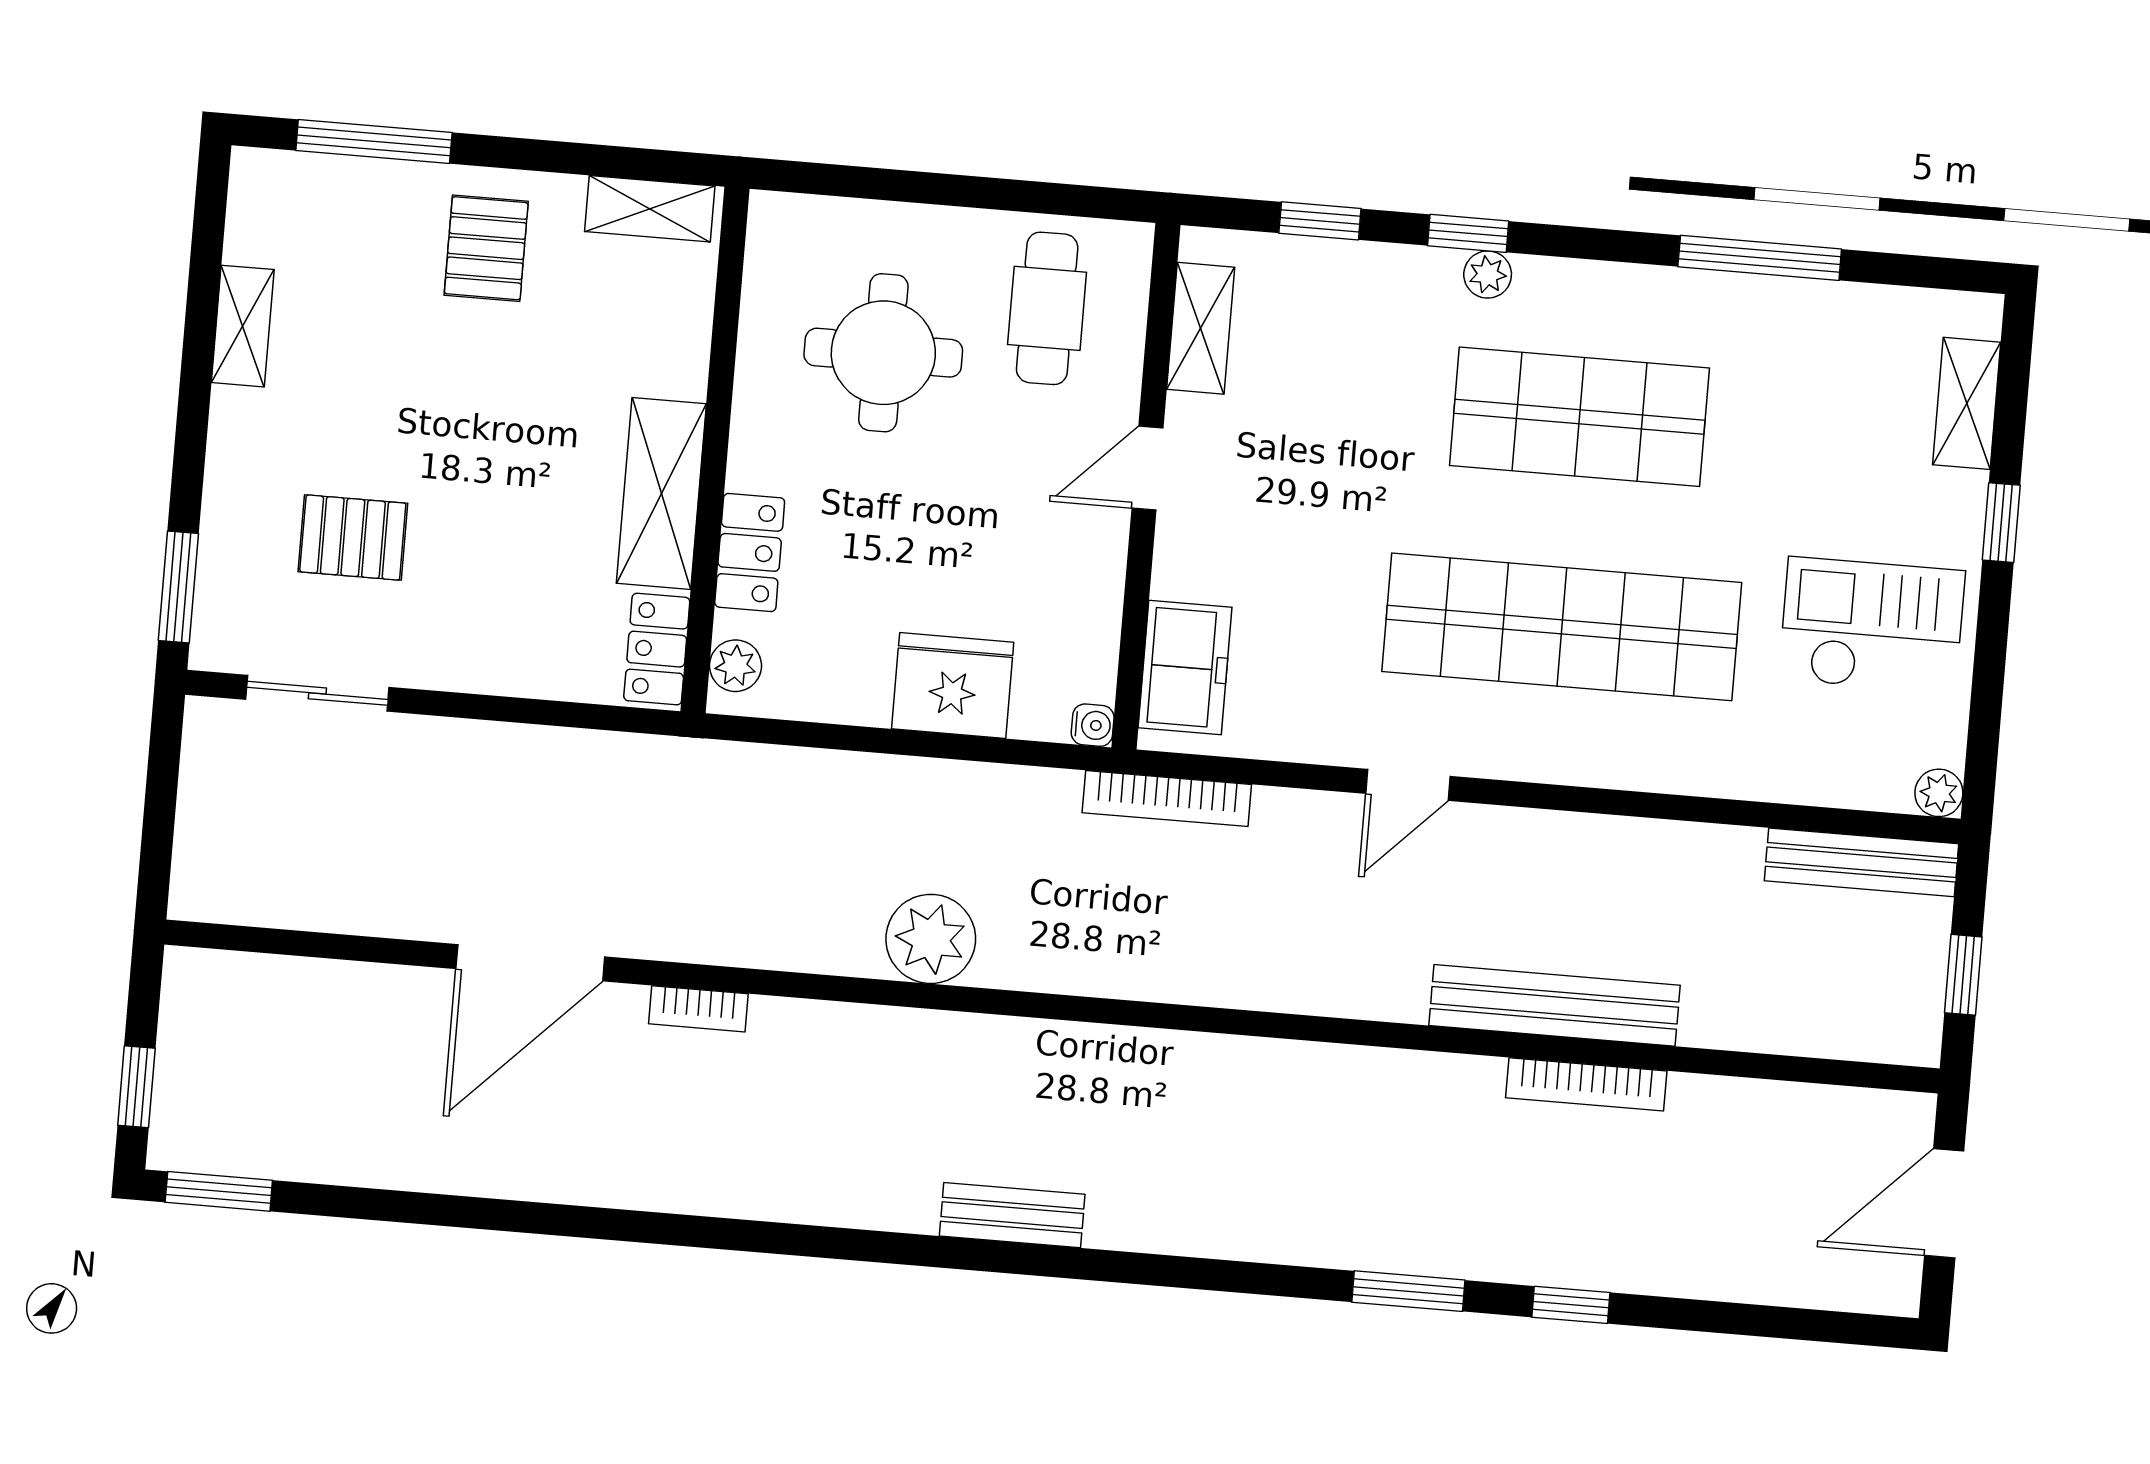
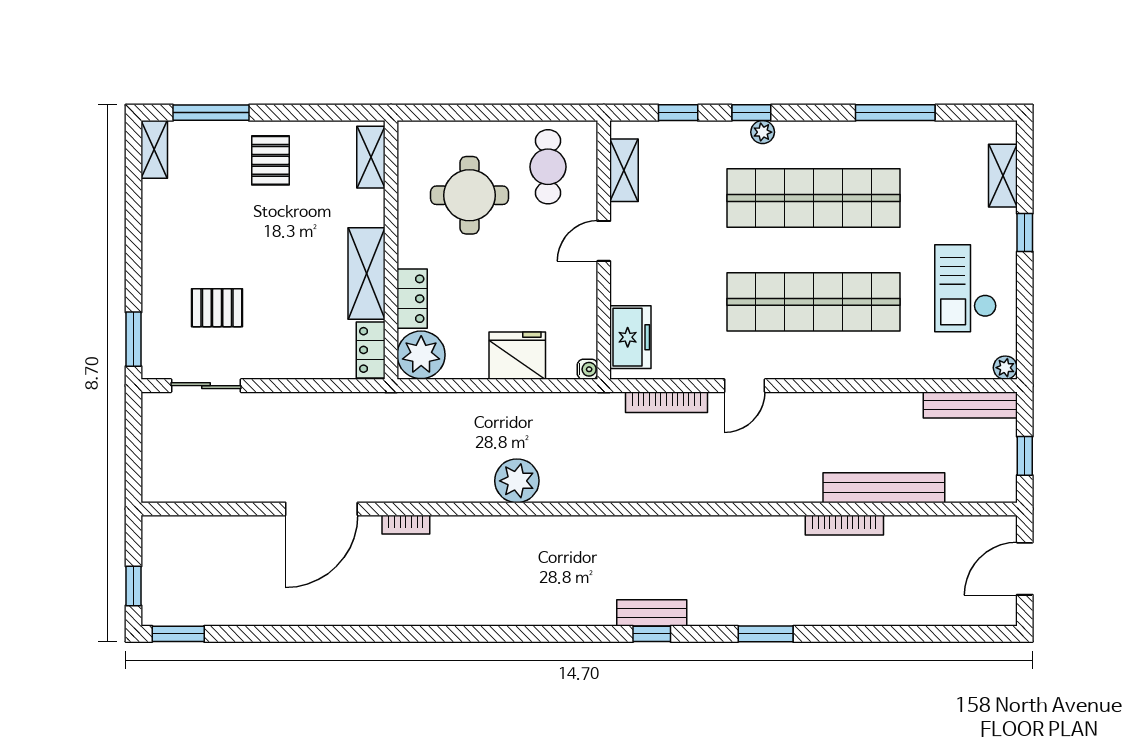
shelving: (650, 209) -> (371, 157), moved, turned 90
shelving: (243, 326) -> (154, 149), moved
shop shelf: (1579, 417) -> (813, 198), width x1.40
checkout: (1872, 625) -> (965, 288), turned -90
plant: (735, 666) -> (421, 355), width x1.87, depth x1.87
bookcase: (1167, 799) -> (666, 402), moved
bench: (1555, 1005) -> (884, 488), moved
bench: (1012, 1215) -> (652, 613), moved
window: (1571, 1305) -> (652, 634), moved

